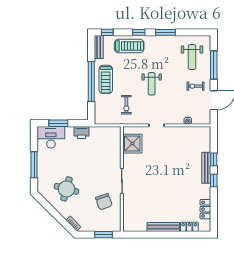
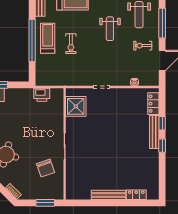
treadmill: (106, 79) -> (48, 38), turned 180
weight bench: (152, 84) -> (110, 29), moved
exercise bike: (126, 105) -> (71, 44), moved
printer: (81, 133) -> (42, 95), moved
locker: (205, 209) -> (153, 104), moved

